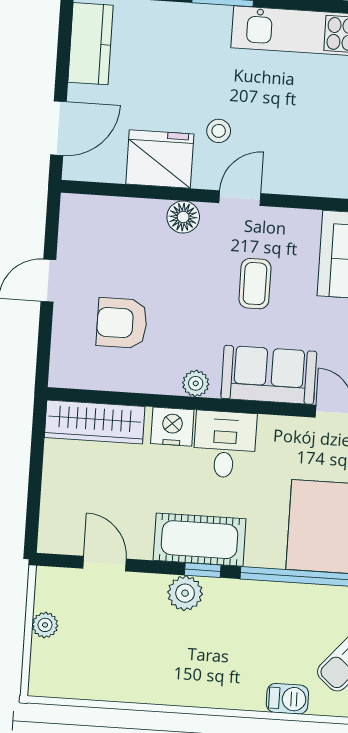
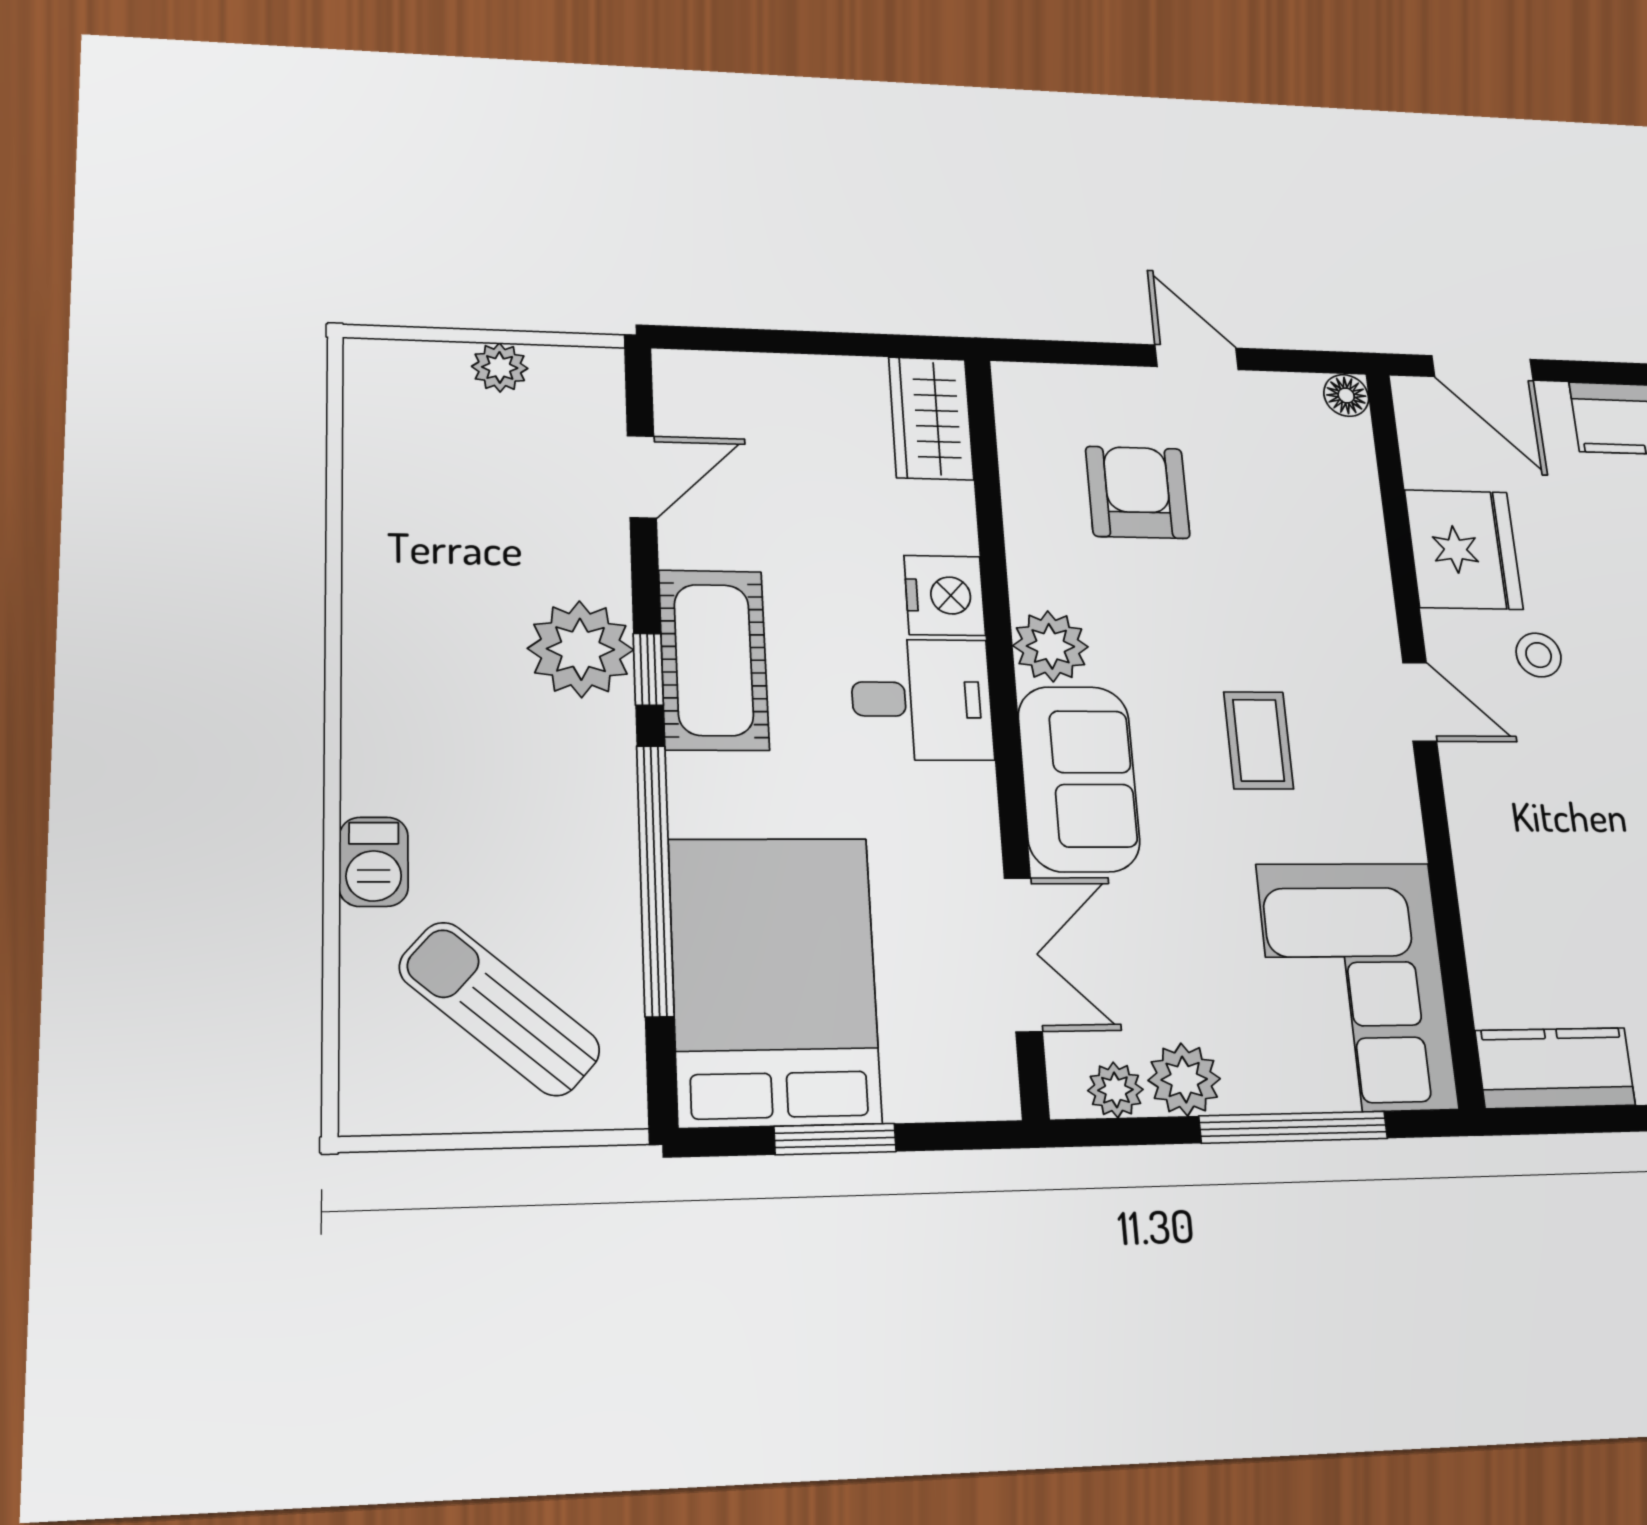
floor lamp: (183, 217) -> (1346, 395), moved, width x0.73, depth x0.73
coffee table: (255, 284) -> (1259, 740), turned 90
plant: (196, 383) -> (1050, 646), width x1.38, depth x1.38
wardrobe: (95, 422) -> (931, 418), width x0.67
plant: (185, 593) -> (581, 649), width x1.36, depth x1.36

